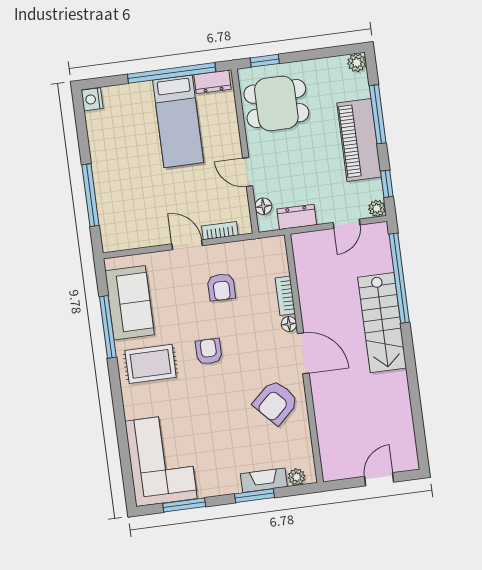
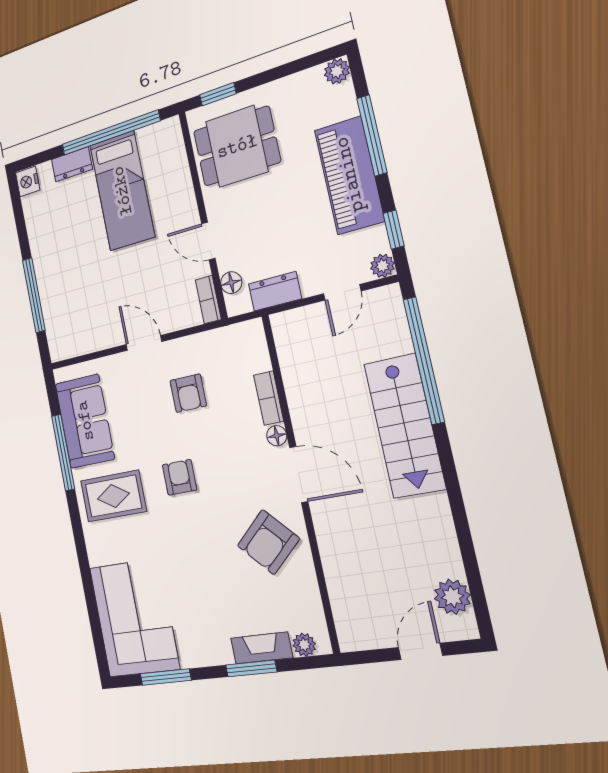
dresser: (213, 82) -> (72, 164), moved
bookcase: (220, 231) -> (208, 300), moved, turned -90
plant: (404, 441) -> (452, 597), added

